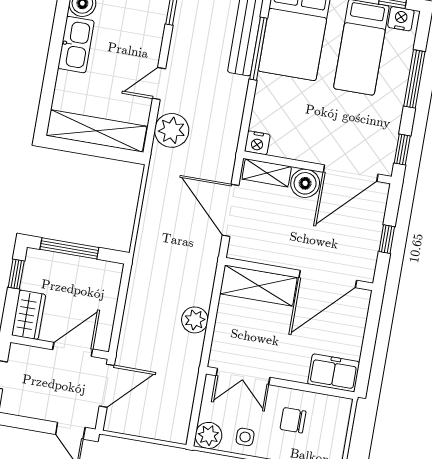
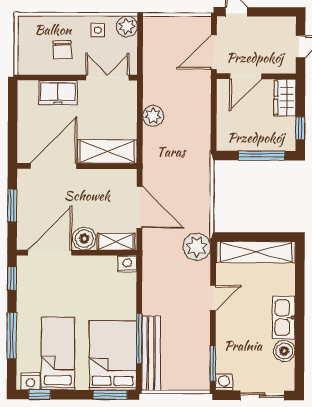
plant: (172, 130) -> (197, 247), moved
window: (387, 239) -> (12, 205), width x1.50
freezer: (334, 373) -> (58, 93), moved
chair: (293, 420) -> (62, 50), turned 88

